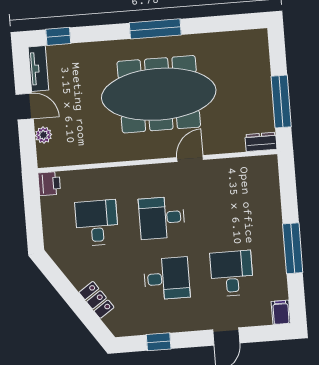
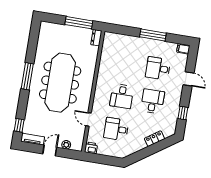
door: (190, 159) -> (88, 119), moved

